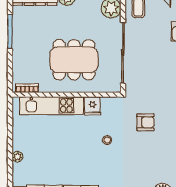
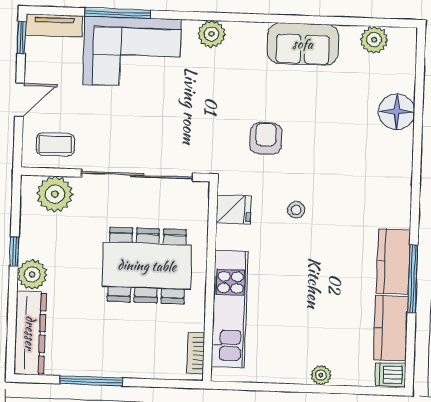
dining table: (74, 60) -> (147, 266), turned 90
fridge: (92, 106) -> (234, 209), moved

